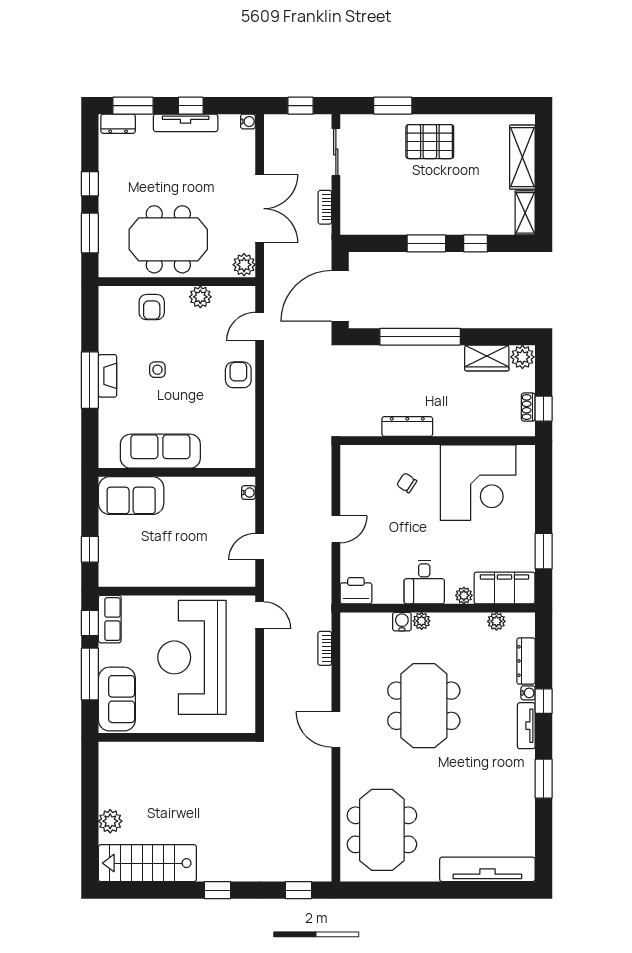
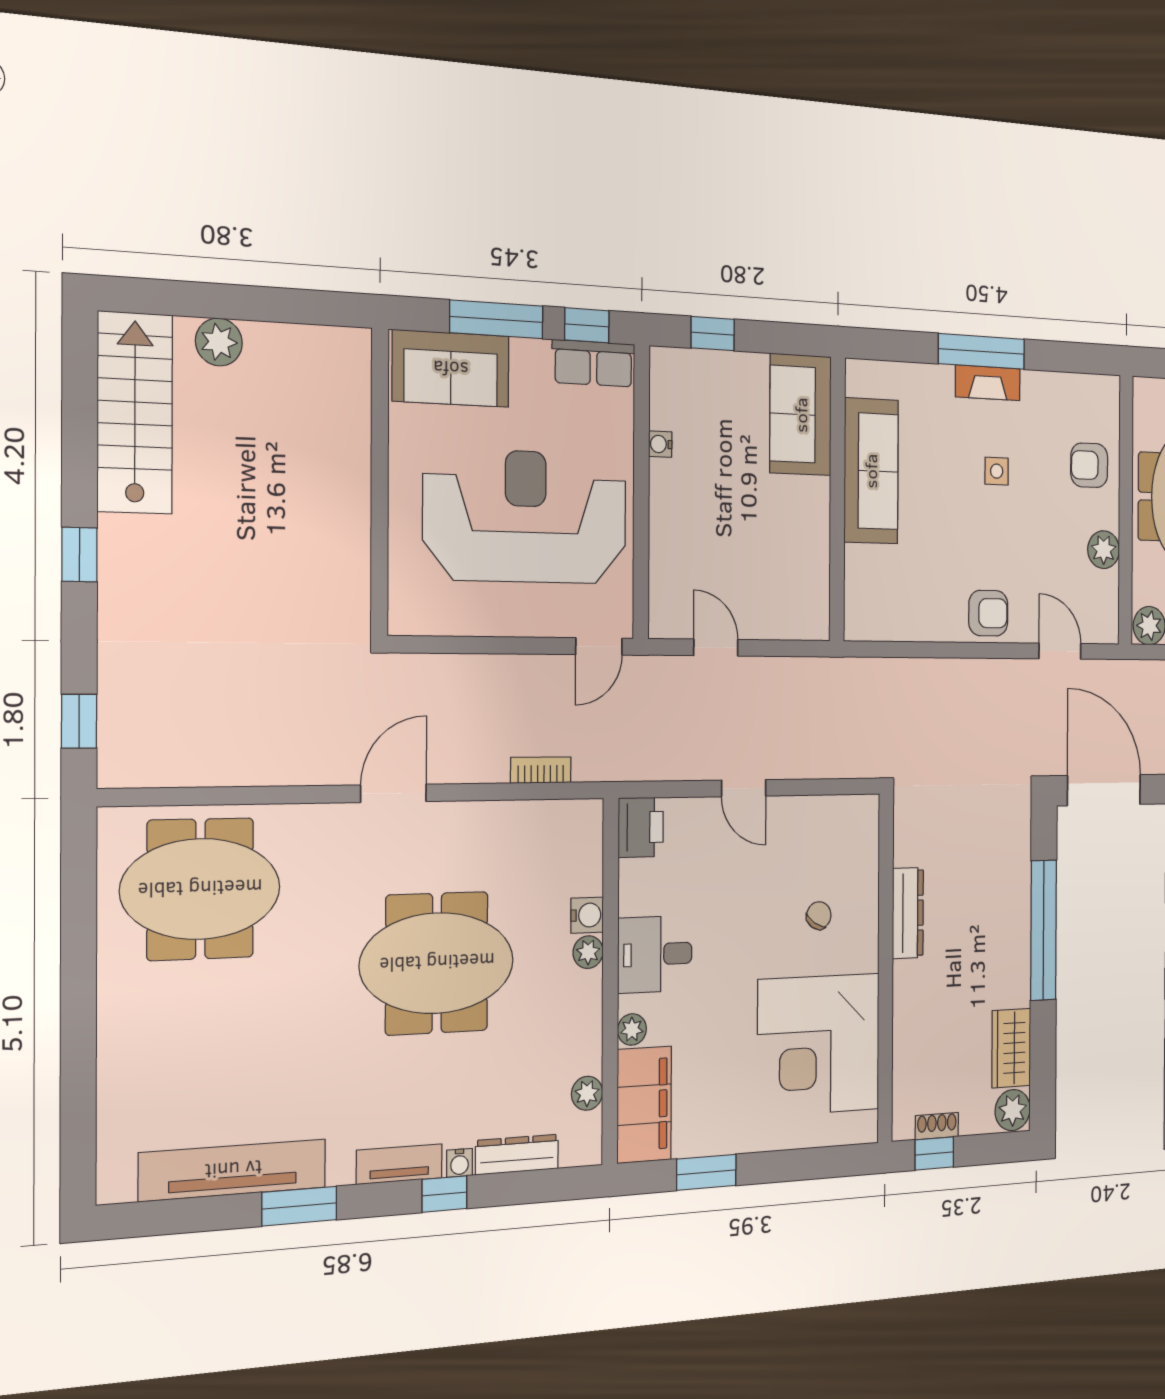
water cooler: (248, 493) -> (660, 444), moved, turned 90
tv unit: (487, 869) -> (233, 1170), moved, turned -90

